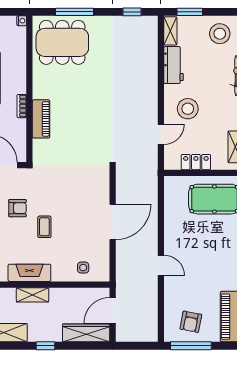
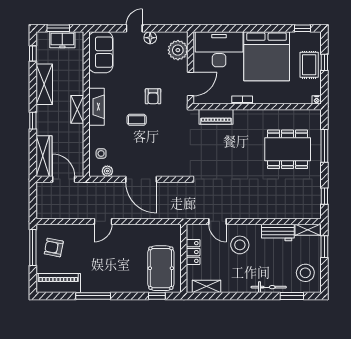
dining table: (62, 42) -> (288, 149), moved, turned 90
piano: (41, 119) -> (216, 117), moved
plant: (103, 260) -> (107, 171), added

